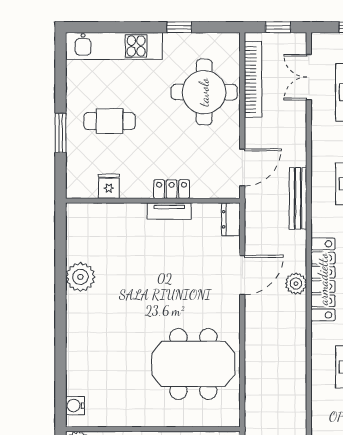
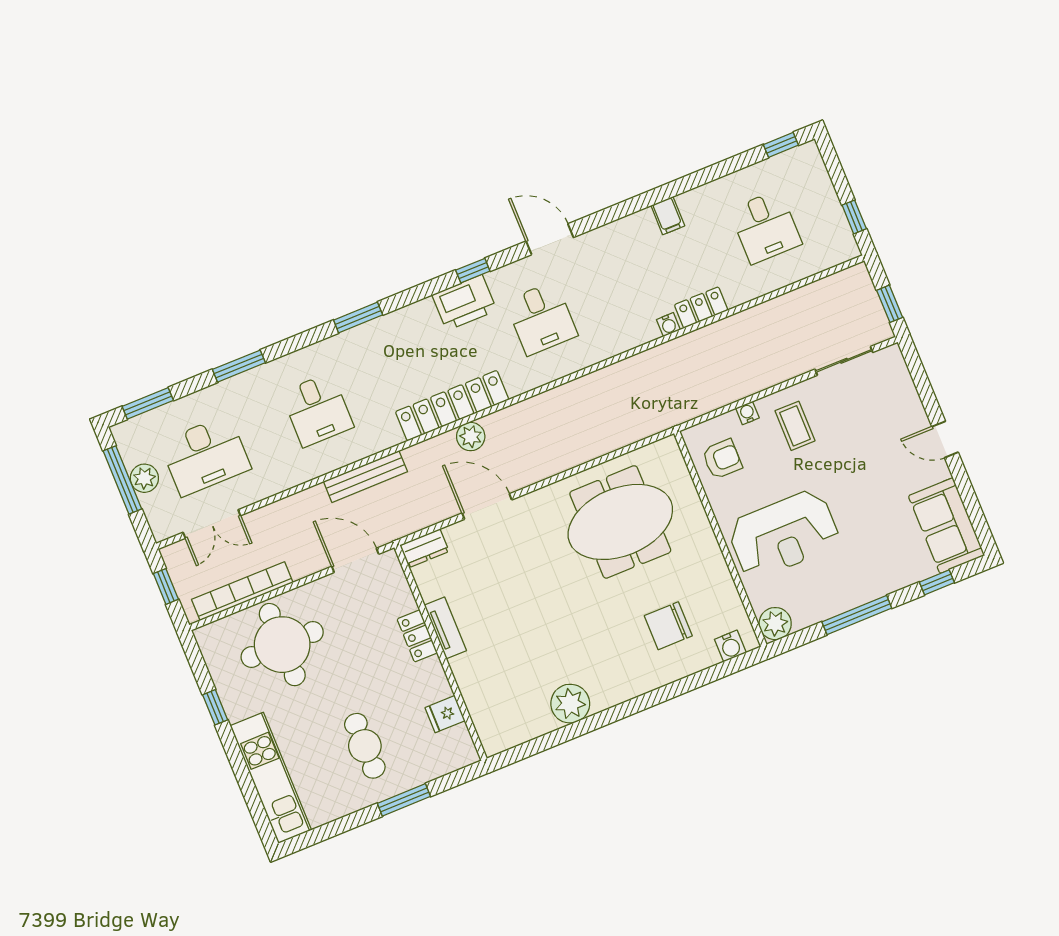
meeting table: (193, 364) -> (620, 522), turned 90
chair: (107, 368) -> (668, 626), added

